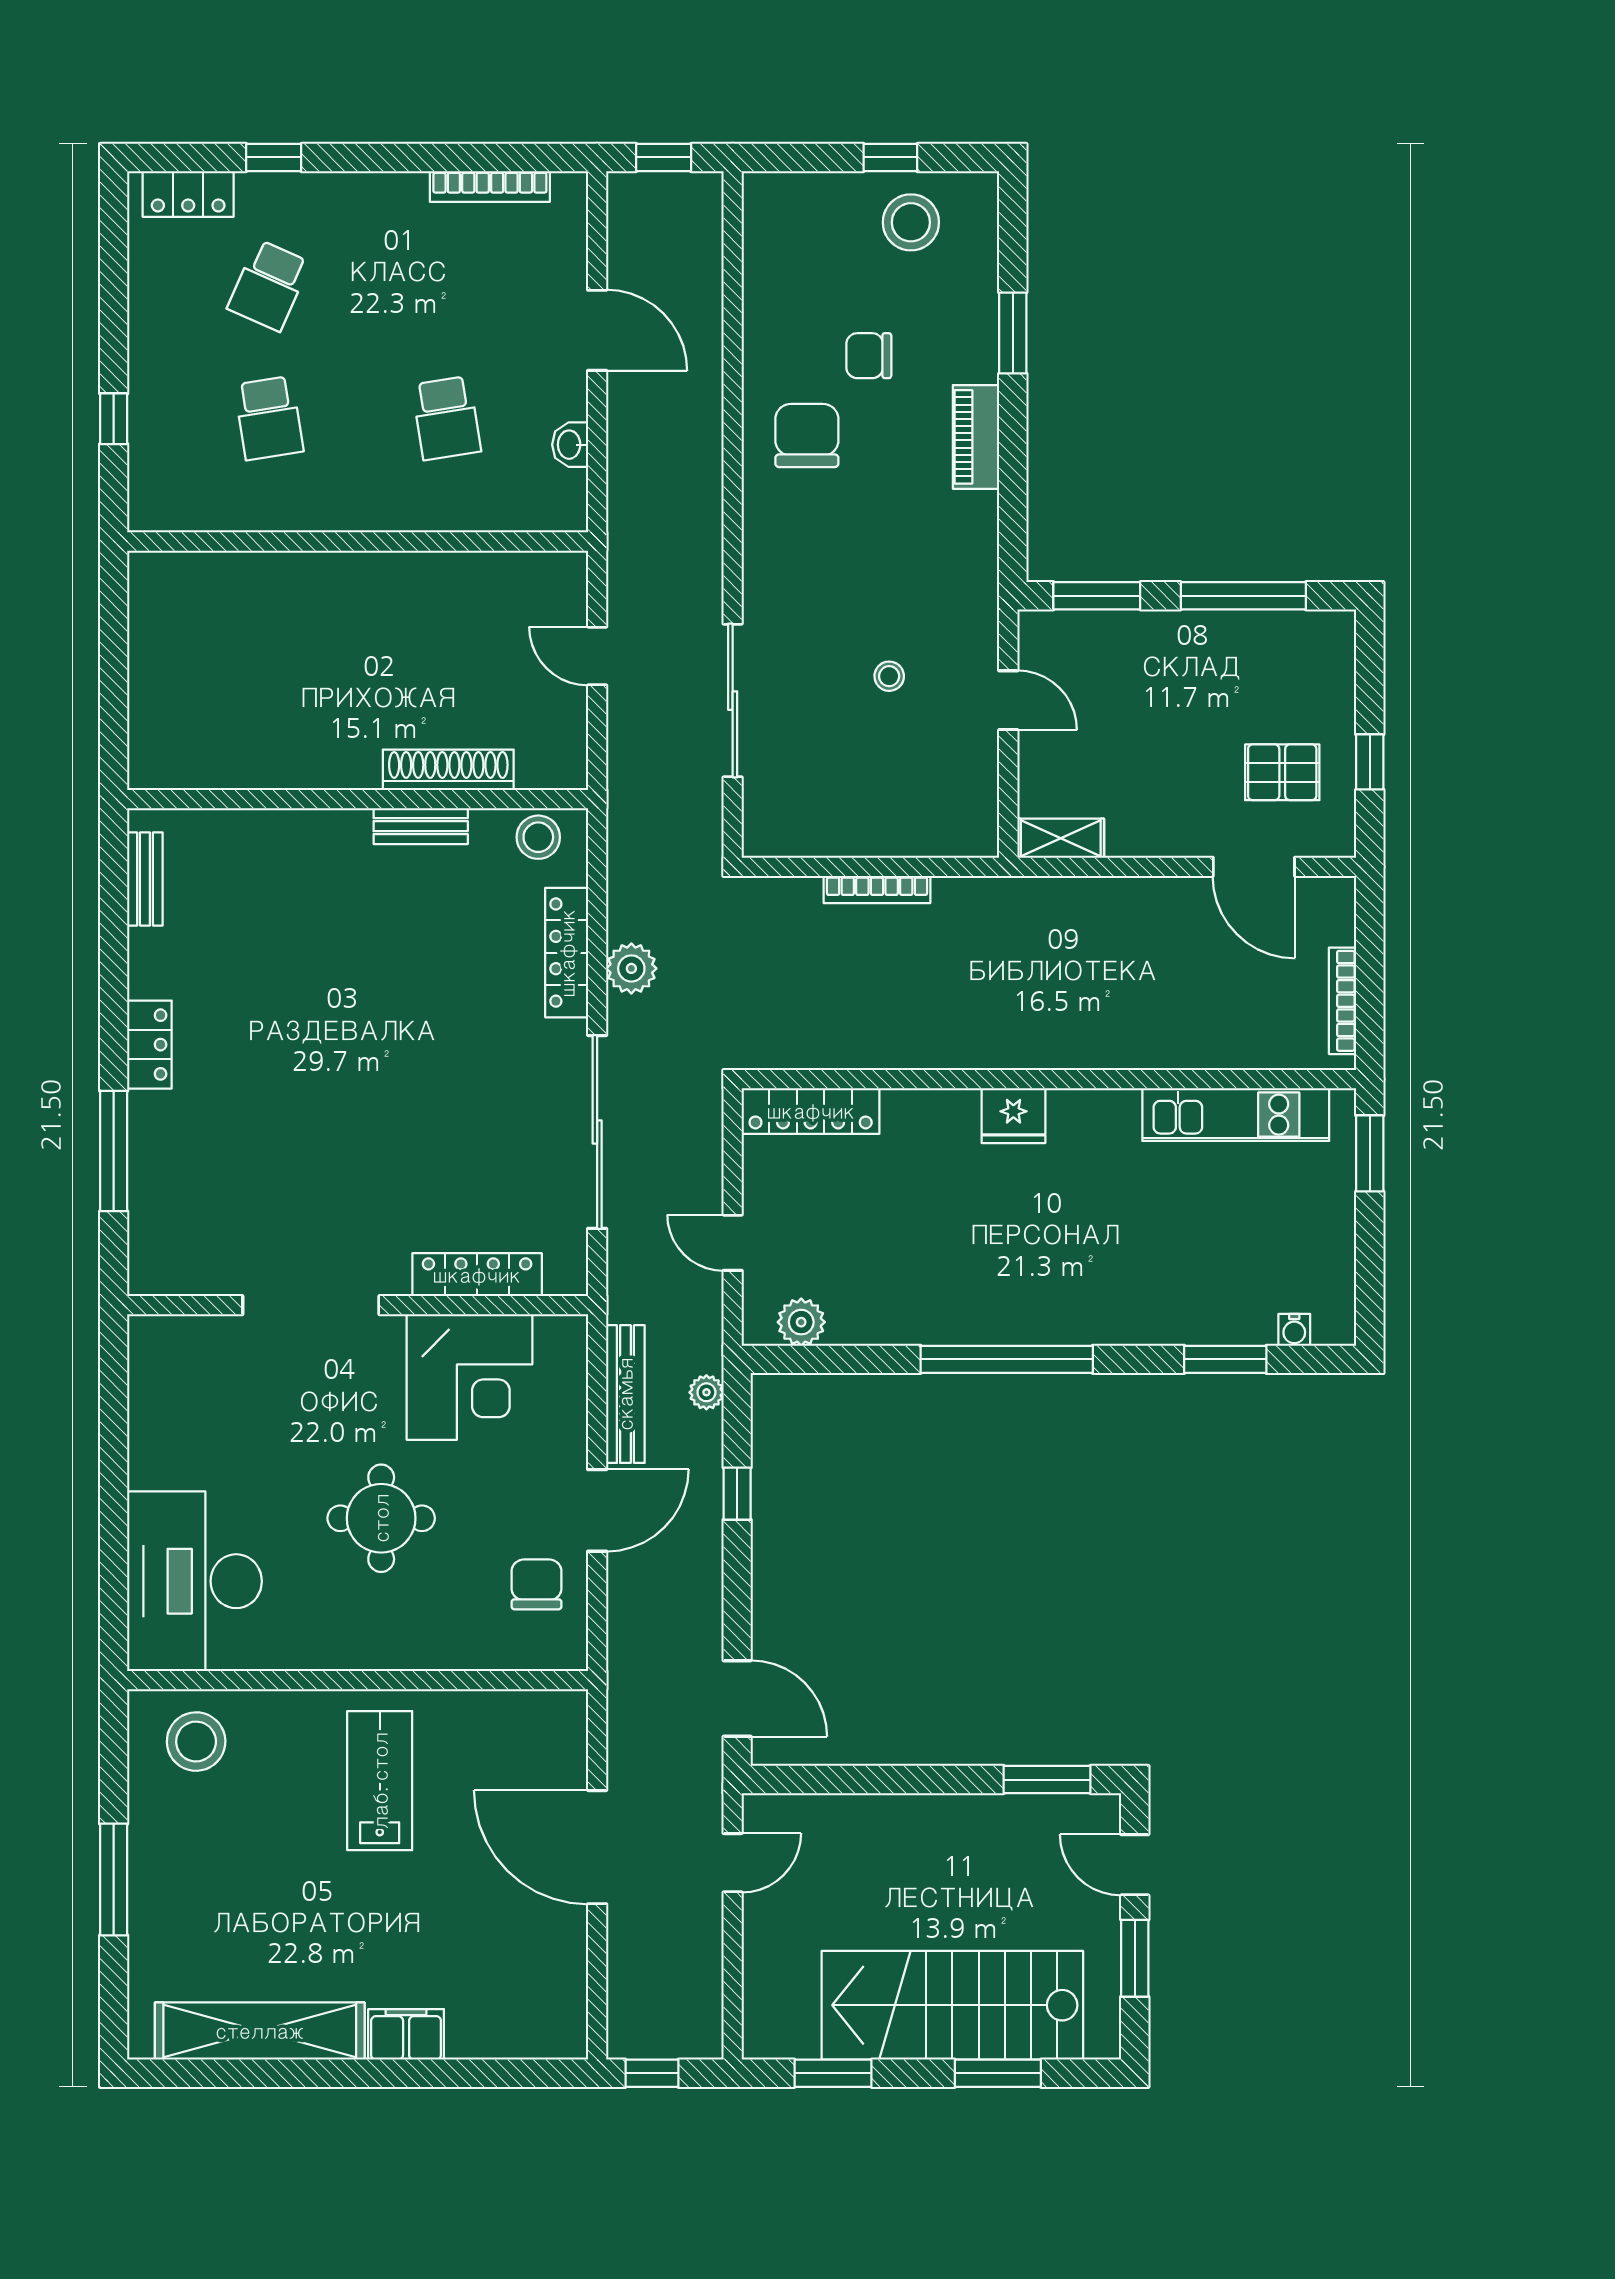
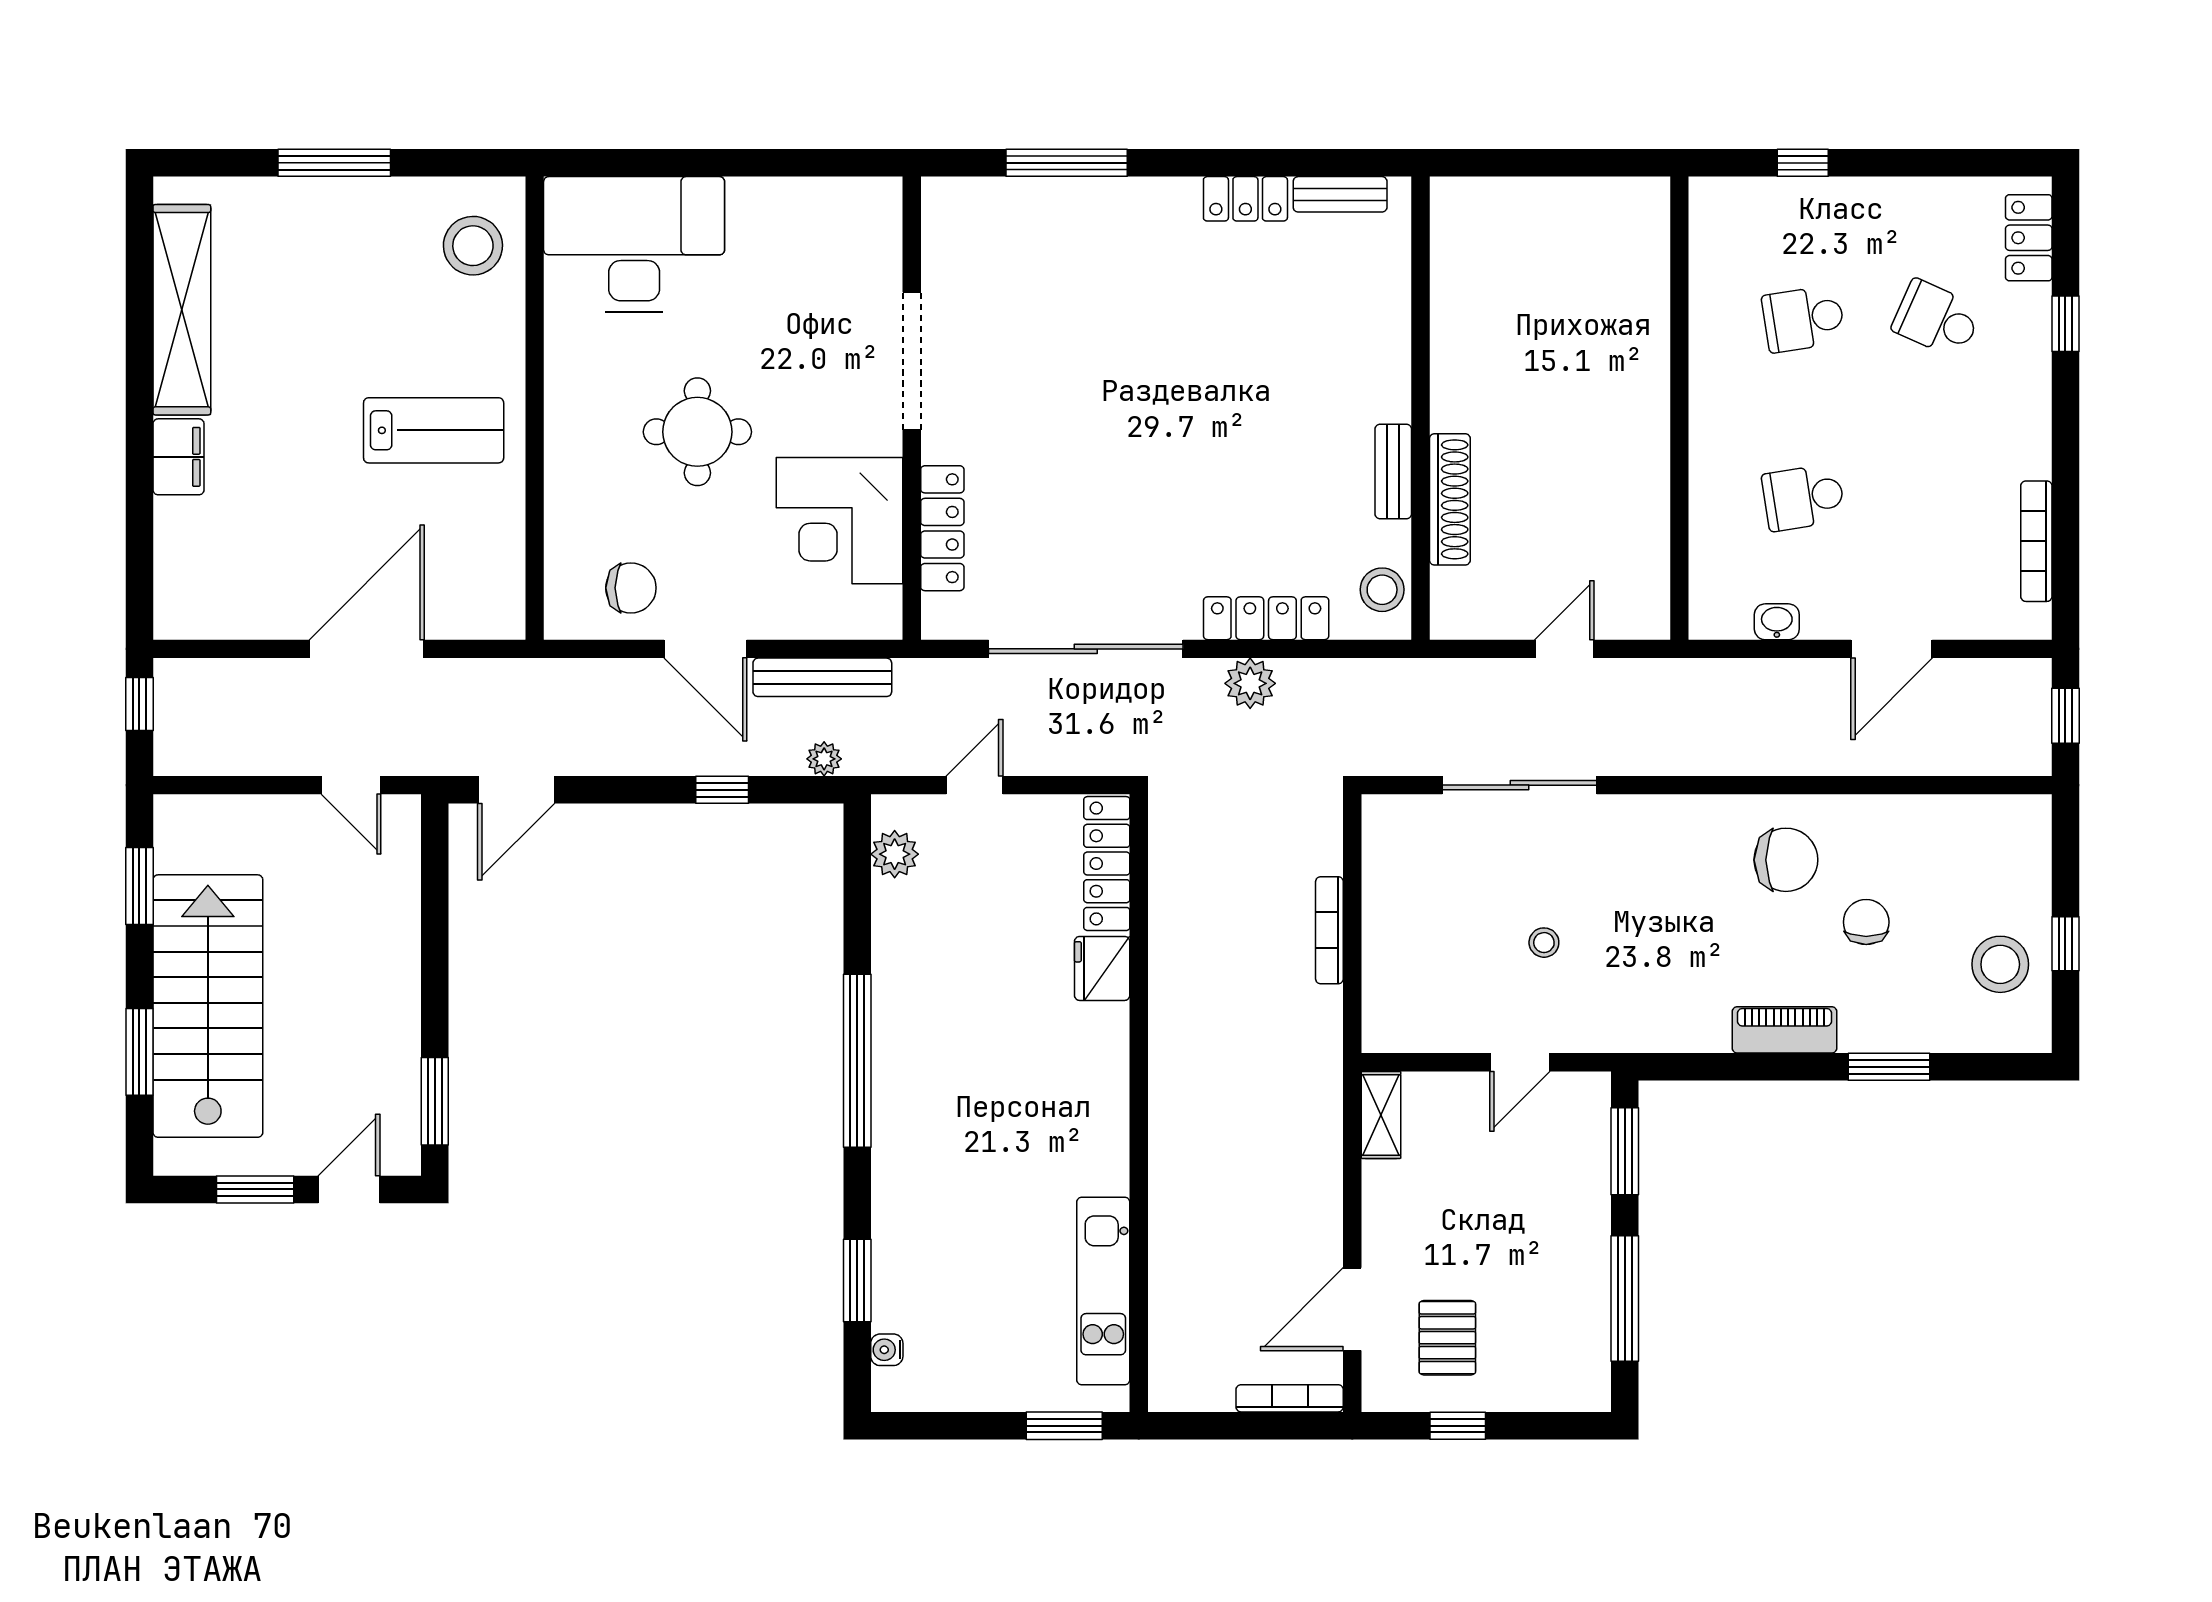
bookcase: (1343, 1001) -> (1290, 1398), moved
locker: (149, 1045) -> (1245, 199), moved
fridge: (1013, 1116) -> (1102, 968), moved

